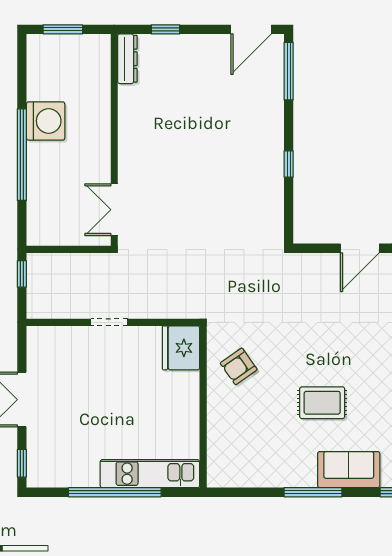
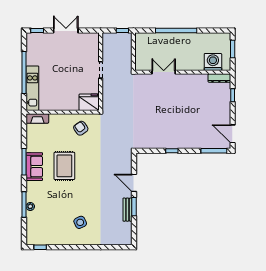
washing machine: (46, 121) -> (213, 62), moved, turned 180
double door: (114, 210) -> (164, 72), moved
rug: (322, 403) -> (64, 166), width x1.36, depth x1.43
fireplace: (217, 463) -> (37, 119), added
sofa: (349, 470) -> (34, 167), moved

